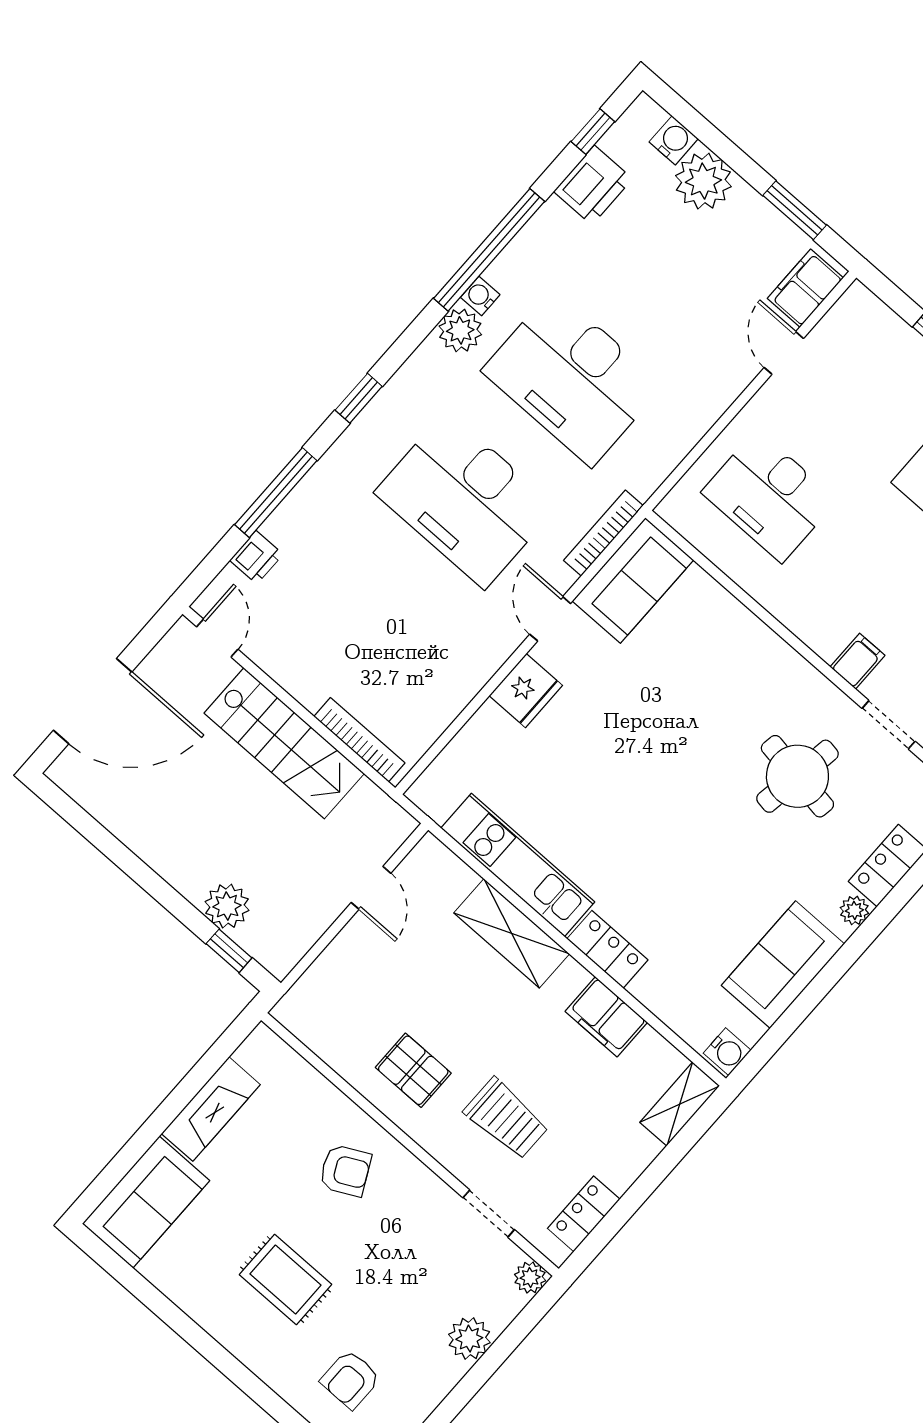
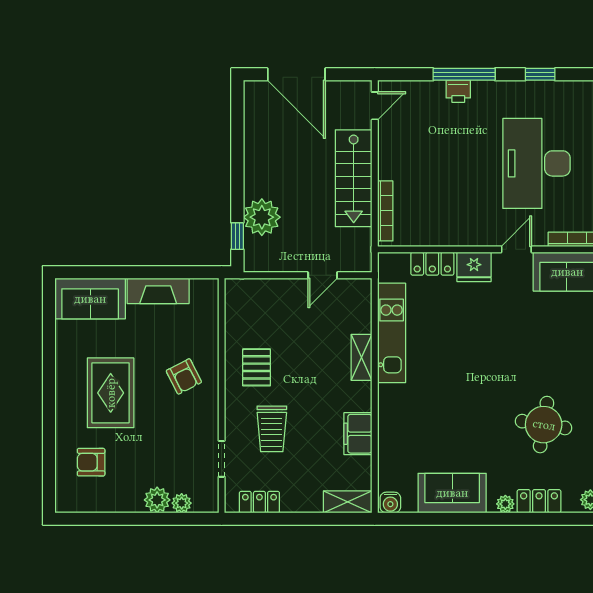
printer: (256, 557) -> (458, 91), moved
plant: (227, 906) -> (262, 217), width x1.36, depth x1.36
shelving: (512, 933) -> (362, 357), width x0.67, depth x0.75
locker: (607, 949) -> (432, 264), moved, turned 90
plant: (530, 1277) -> (182, 503), moved
rug: (285, 1280) -> (111, 393), width x1.36, depth x1.43

